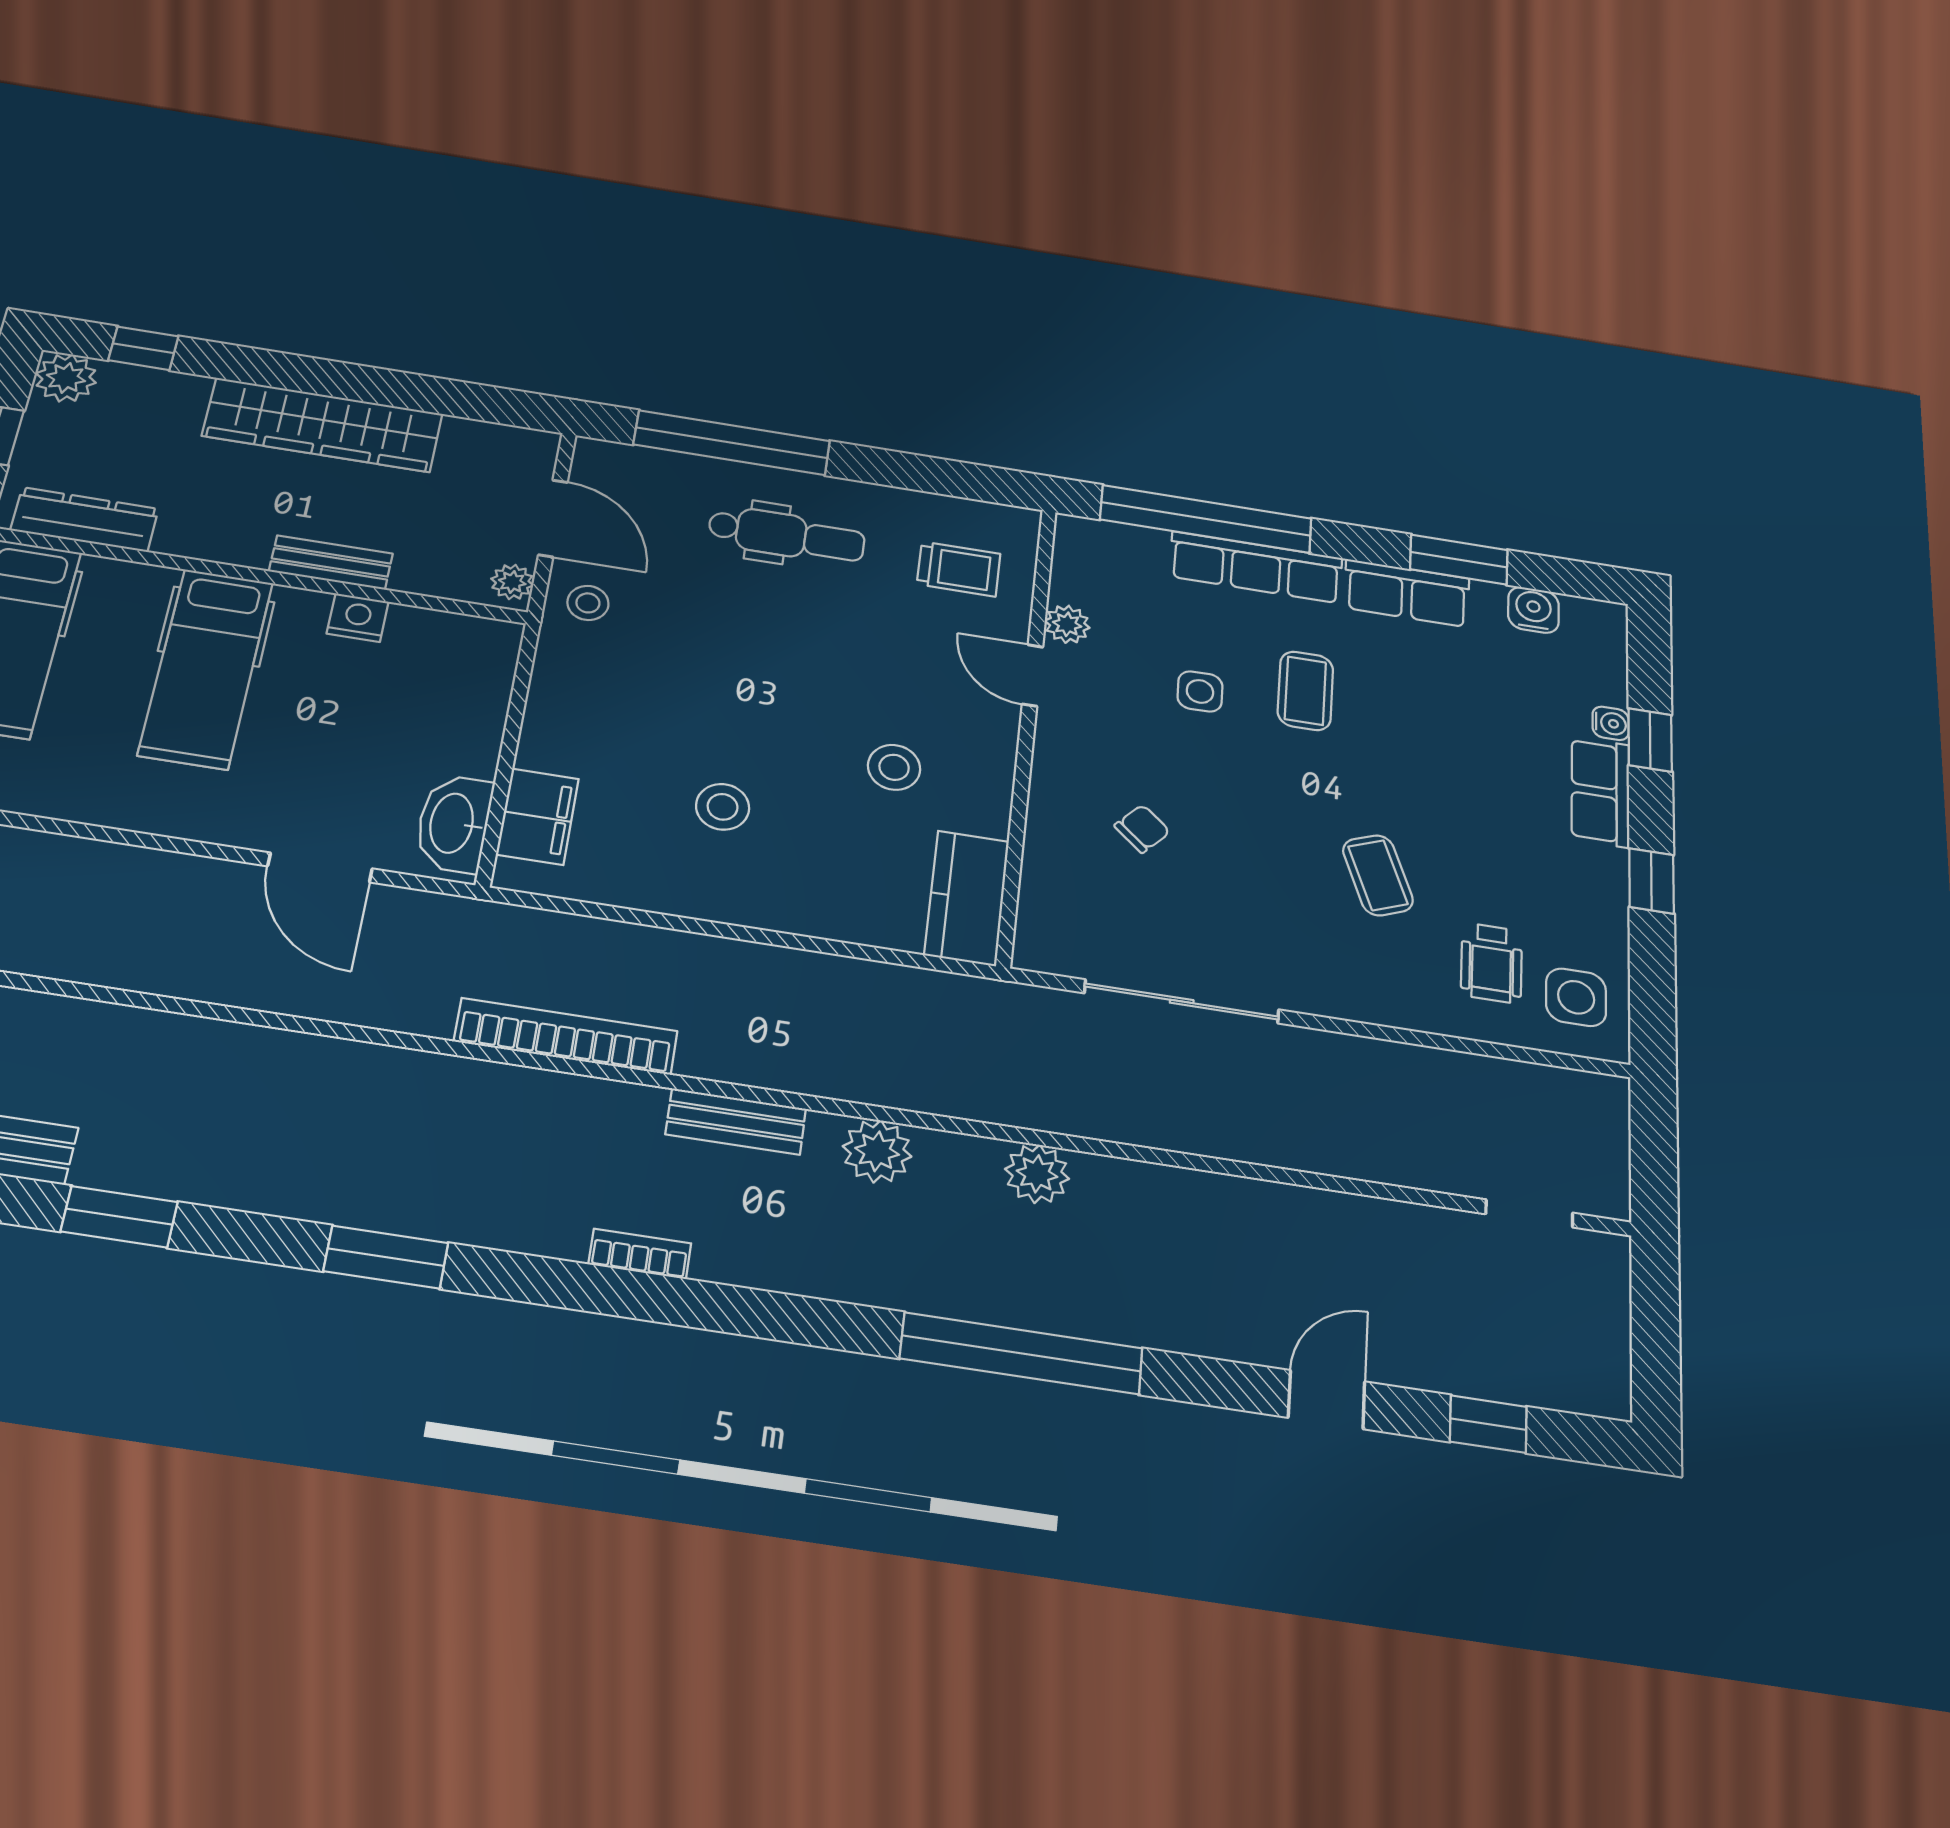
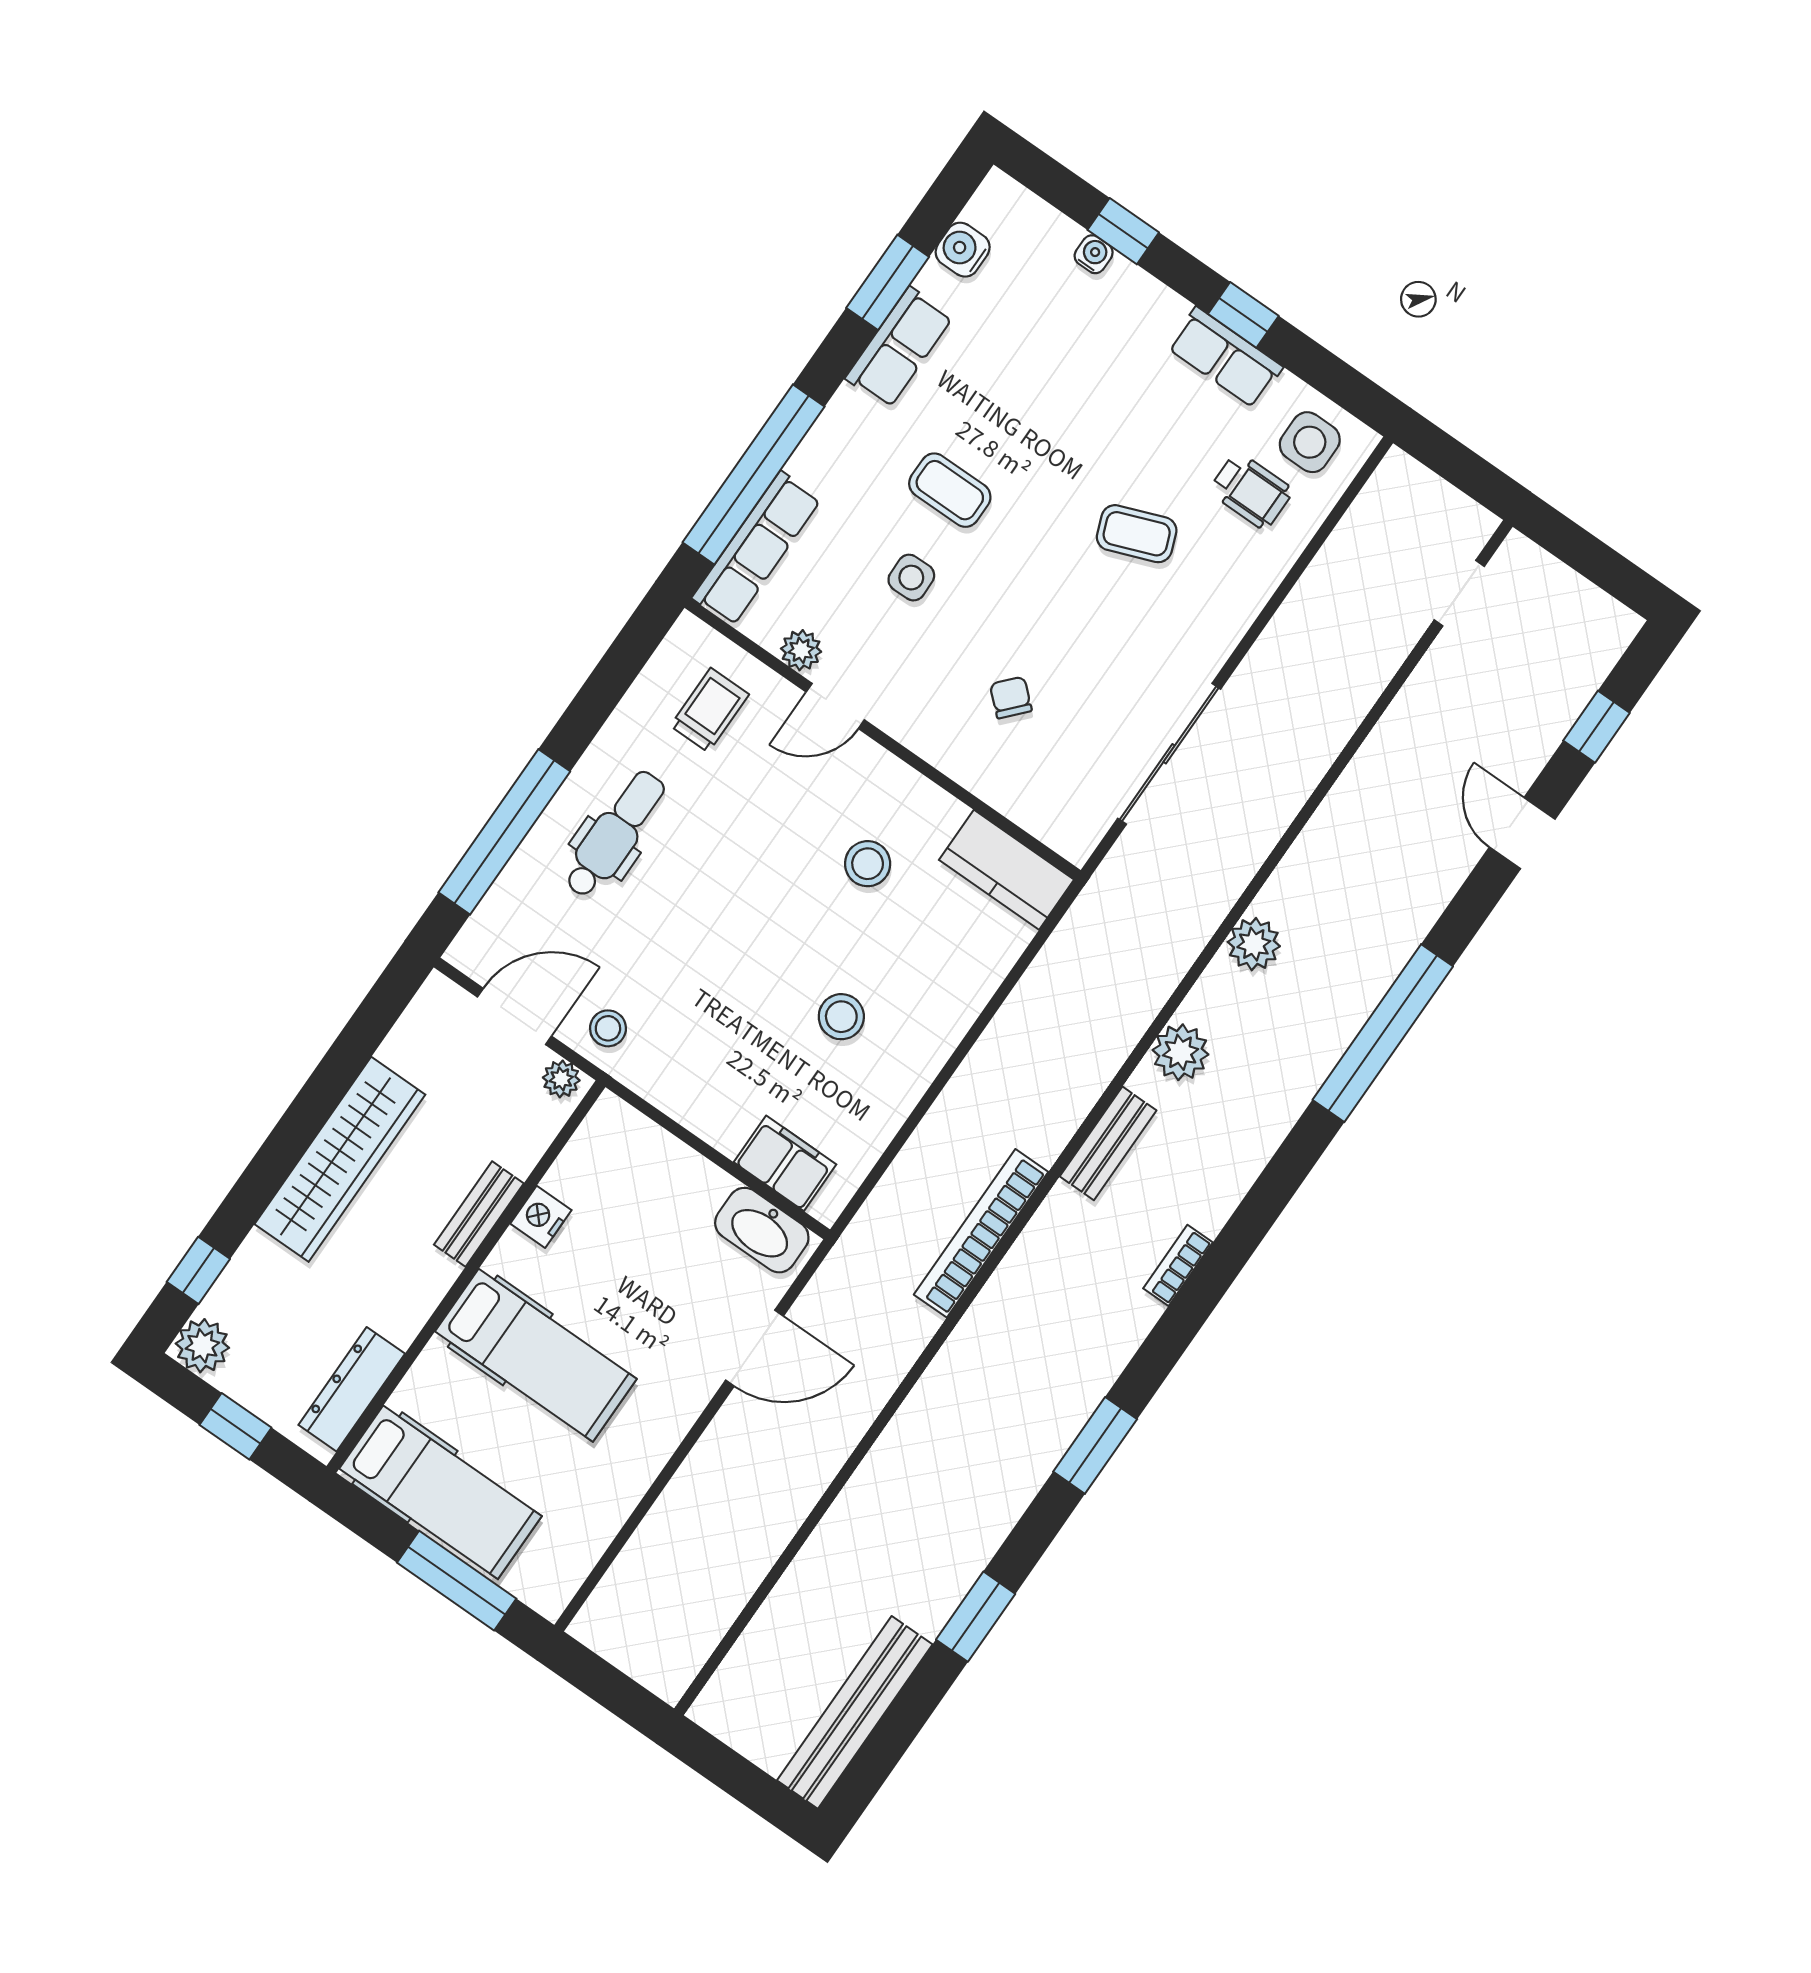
row of seats: (1256, 567) -> (757, 549), moved
row of seats: (1600, 792) -> (1225, 357), moved

